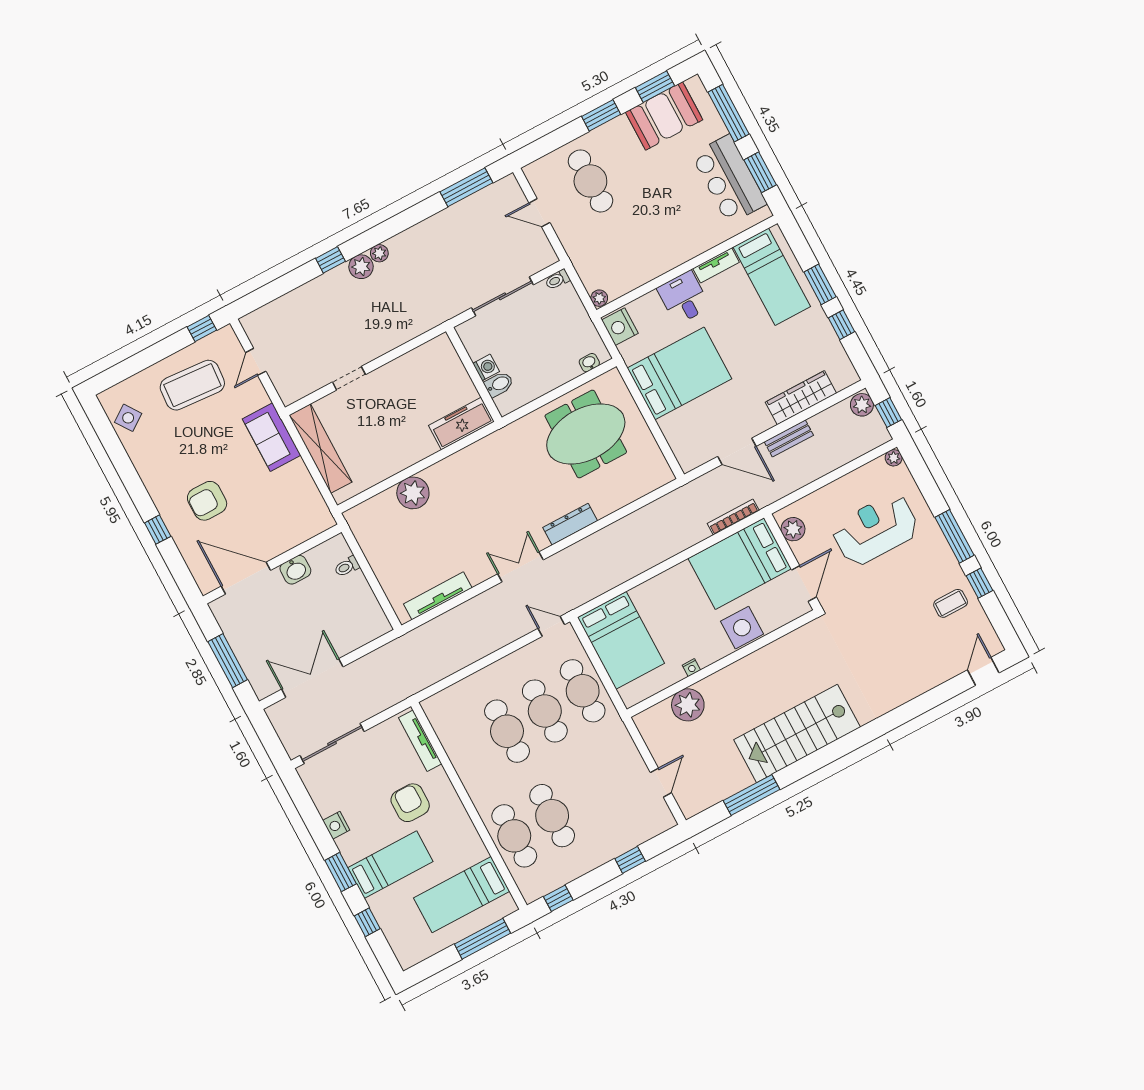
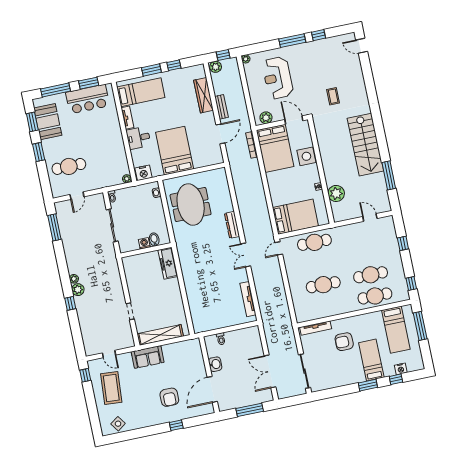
plant: (413, 493) -> (195, 296), removed
coffee table: (951, 603) -> (333, 96), moved
cafe table: (545, 711) -> (319, 264), removed
nightstand: (336, 825) -> (401, 369), moved

